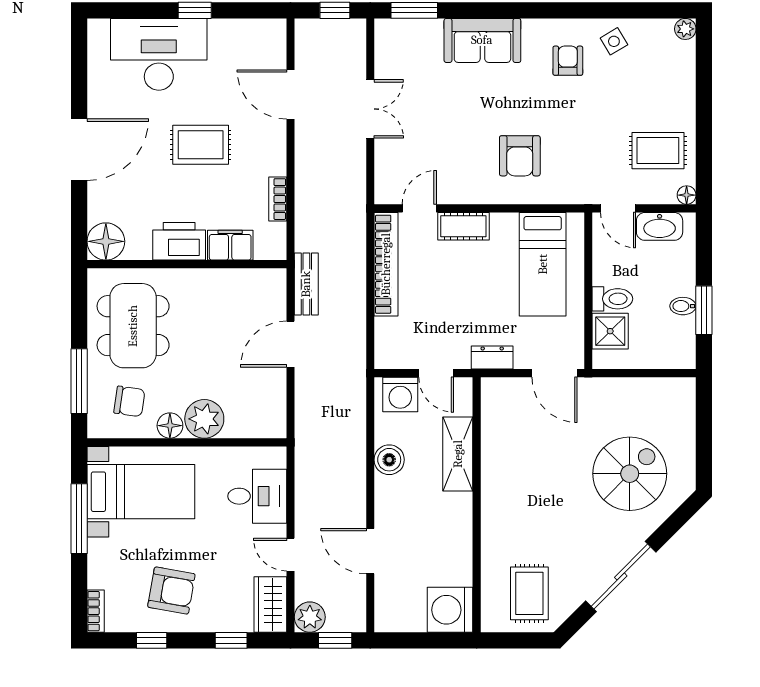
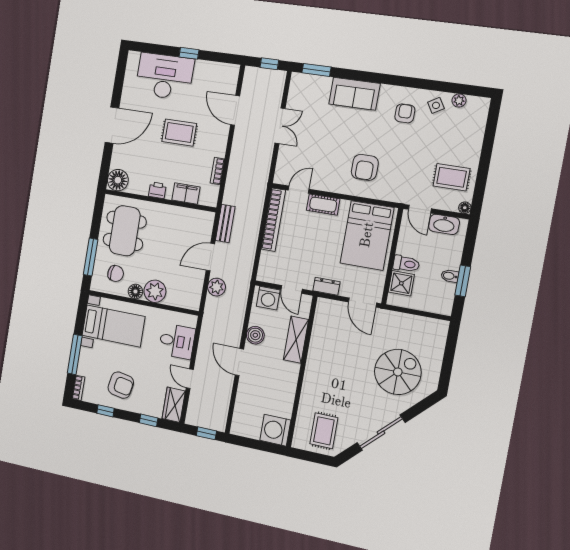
plant: (685, 29) -> (459, 101), moved
printer: (179, 241) -> (157, 190), width x0.53, depth x0.68
bed: (543, 264) -> (367, 235), width x1.50
window: (79, 519) -> (75, 354), moved
door: (370, 551) -> (239, 362), moved
plant: (310, 617) -> (217, 287), moved

